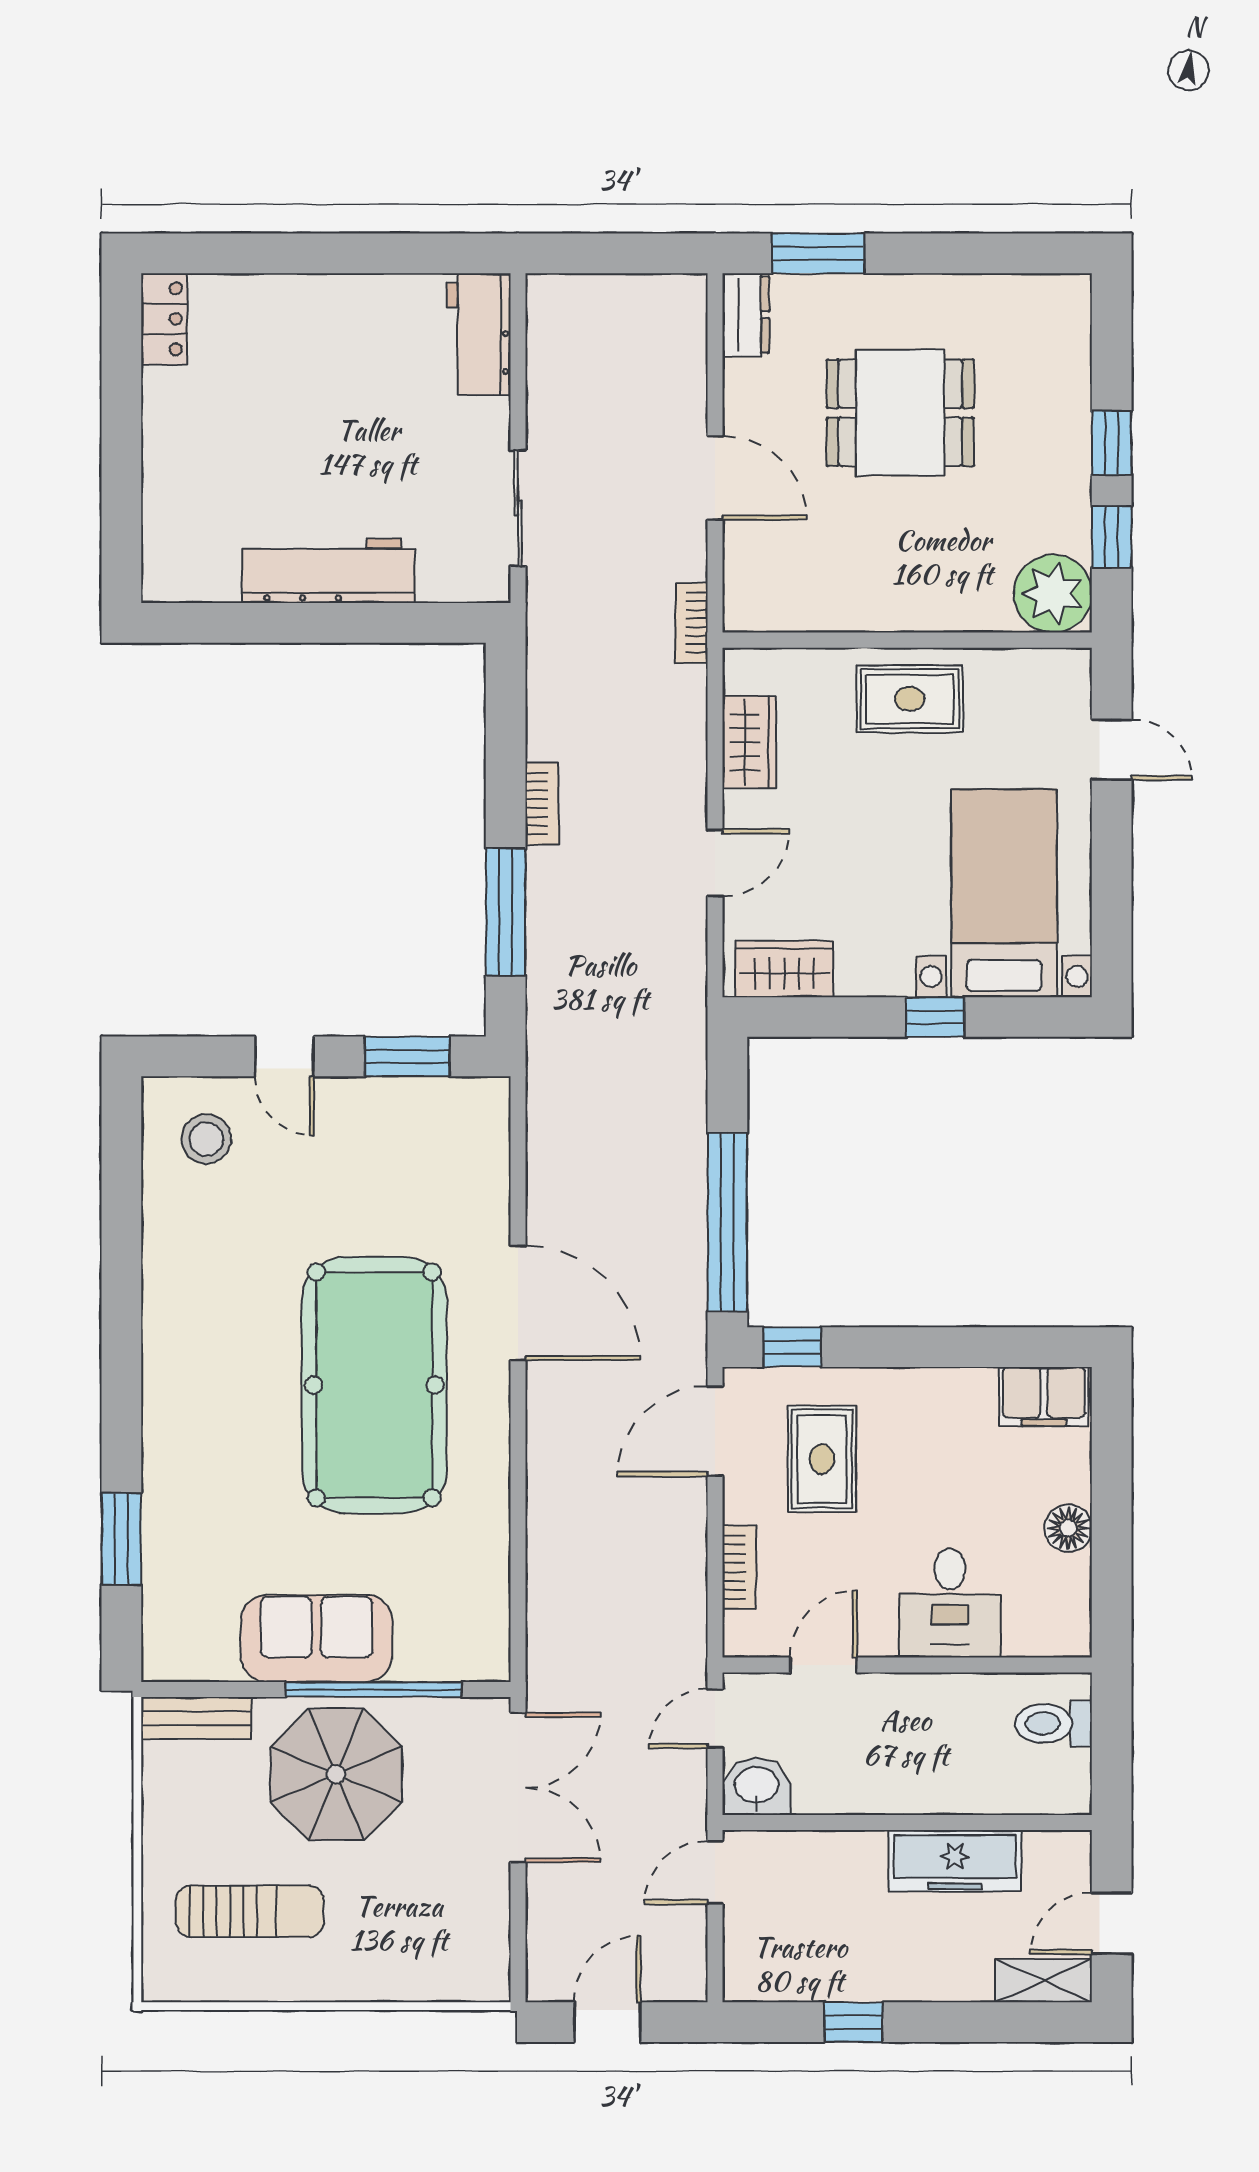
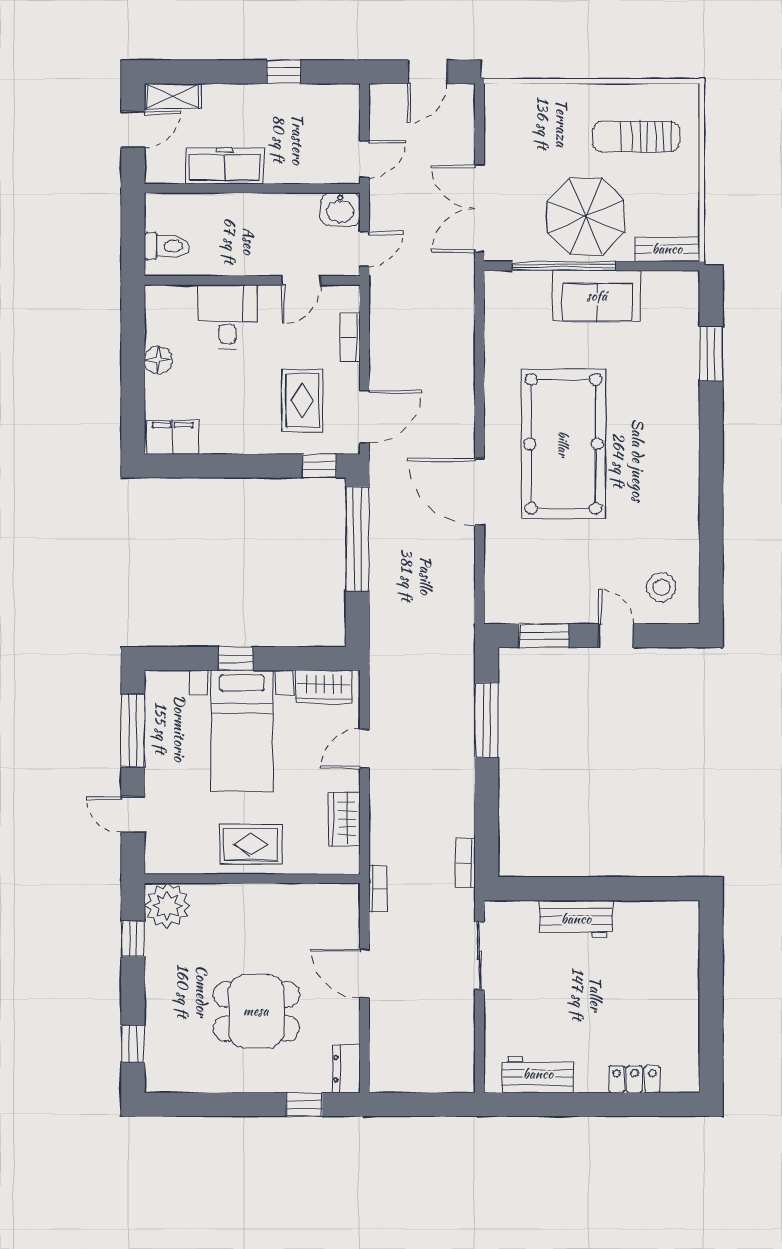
window: (818, 253) -> (304, 1104), width x0.67
locker: (164, 319) -> (634, 1079), moved, turned 90
workbench: (479, 334) -> (538, 1074), moved, turned -90
window: (1112, 443) -> (133, 1044), moved
workbench: (329, 571) -> (576, 919), width x0.73
bookcase: (542, 804) -> (466, 863), moved
bed with nightstands: (1004, 893) -> (242, 731), moved
window: (1112, 894) -> (133, 731), added

